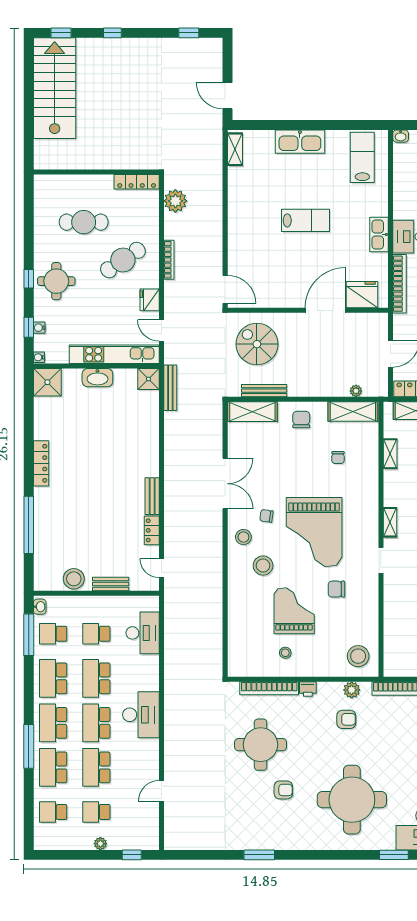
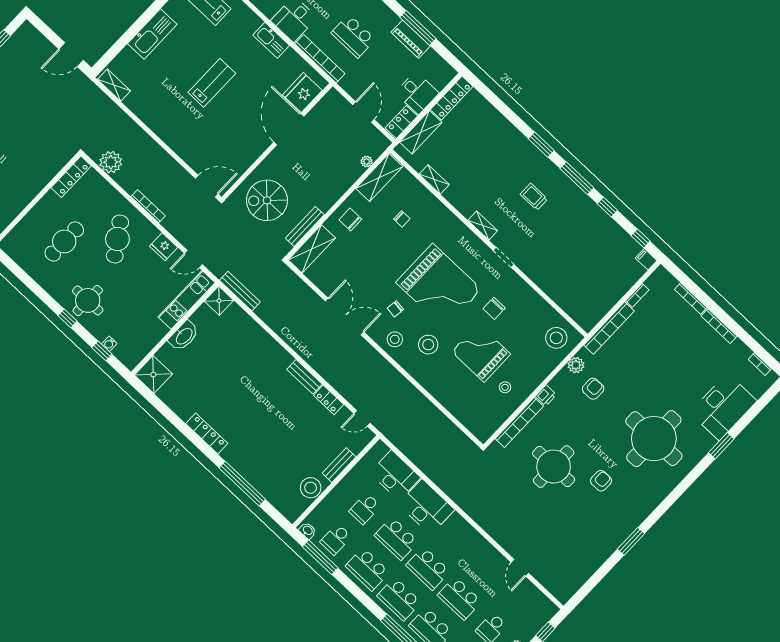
kitchen unit: (114, 354) -> (187, 300), width x0.73
water cooler: (39, 357) -> (130, 364), removed
desk: (141, 715) -> (426, 507), moved

